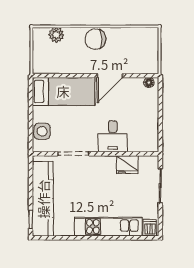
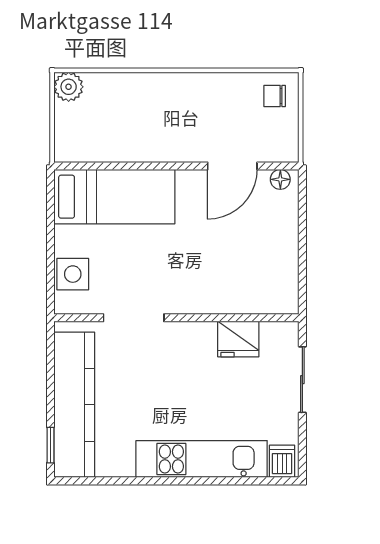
plant: (56, 35) -> (69, 87), moved
chair: (95, 39) -> (275, 96), moved, width x0.54, depth x0.54
door: (110, 76) -> (232, 166), moved
desk: (113, 136) -> (210, 284), removed

